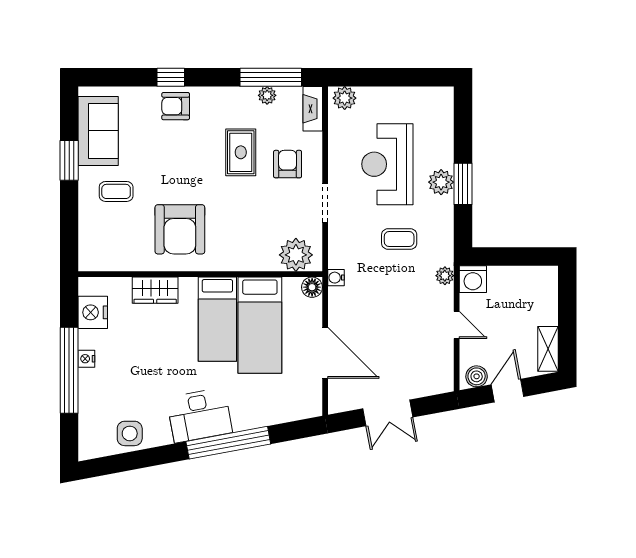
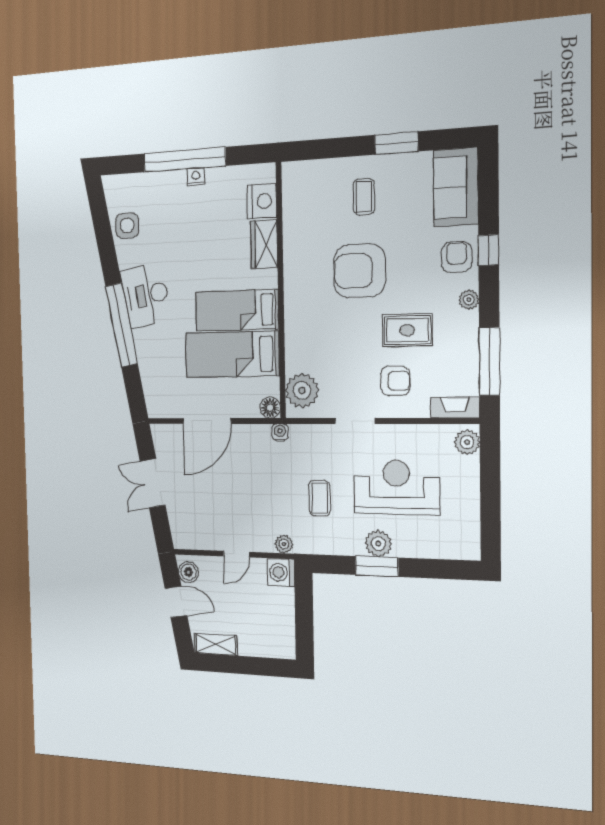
plant: (267, 95) -> (469, 300), moved
sofa: (98, 131) -> (456, 187), moved, turned 90
armchair: (180, 229) -> (359, 271), moved
nightstand: (93, 312) -> (262, 201), moved, turned 90

